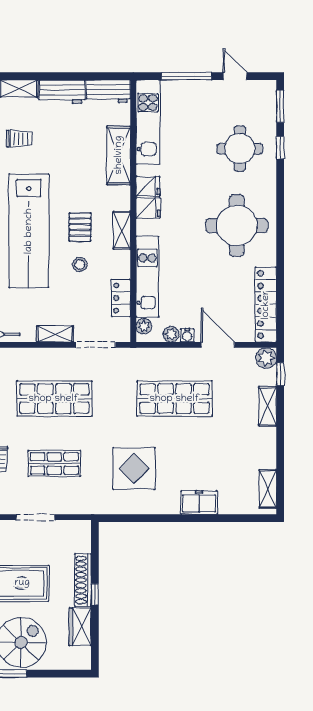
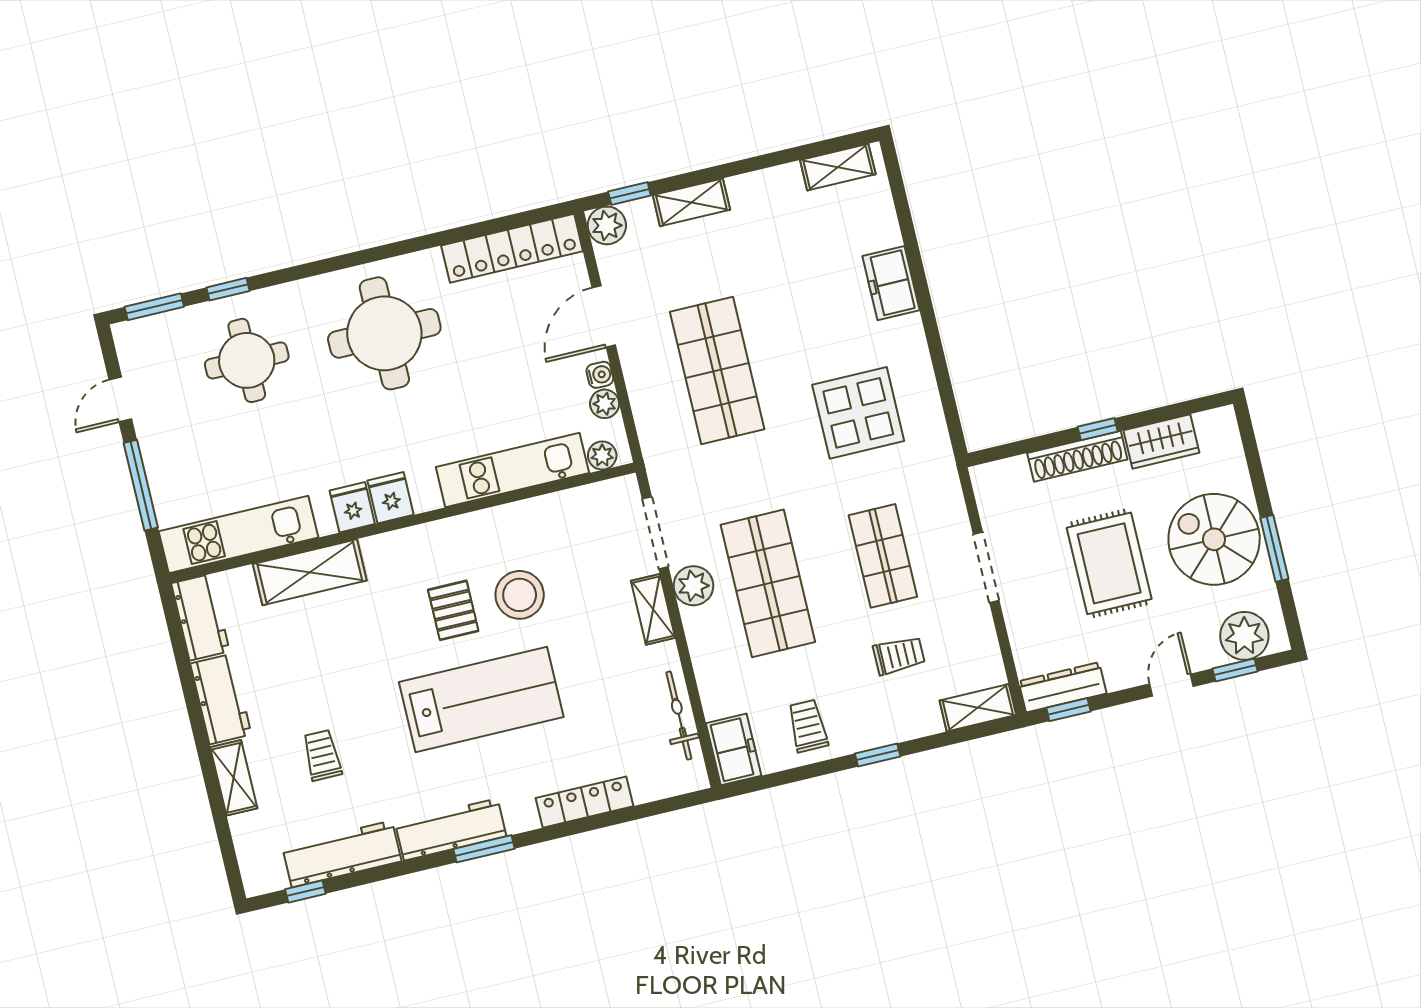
pallet: (80, 227) -> (453, 610), turned 90
shelving: (122, 230) -> (441, 535), removed
lab bench: (29, 231) -> (481, 699), width x0.73
stool: (80, 264) -> (520, 595), width x1.89, depth x1.89
locker: (121, 298) -> (562, 508), removed
plant: (63, 359) -> (693, 586), added

